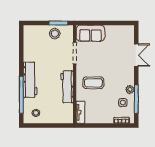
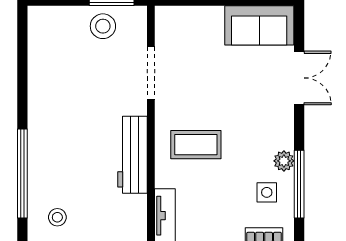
sofa: (90, 33) -> (259, 25), moved
workbench: (30, 80) -> (43, 138), removed

